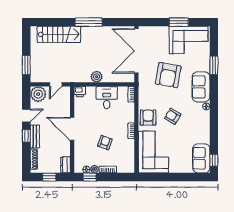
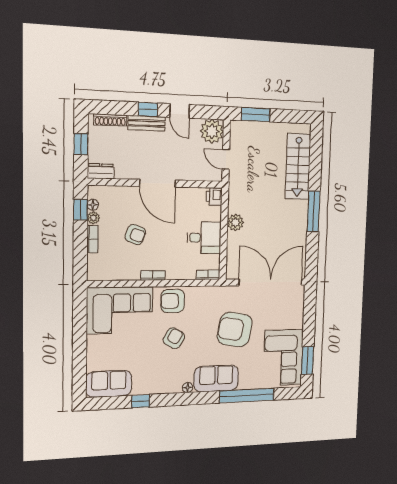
window: (179, 22) -> (308, 361), moved
window: (214, 65) -> (247, 396), width x2.11
armchair: (148, 118) -> (173, 301), turned 180
door: (72, 129) -> (158, 183), swing flipped
window: (214, 160) -> (141, 401), moved

